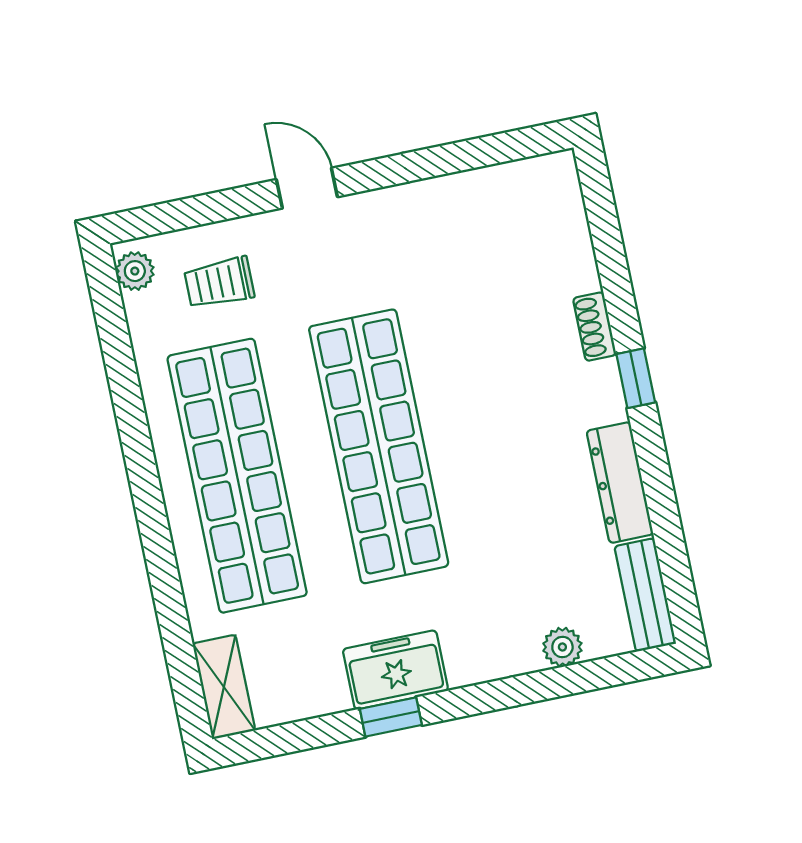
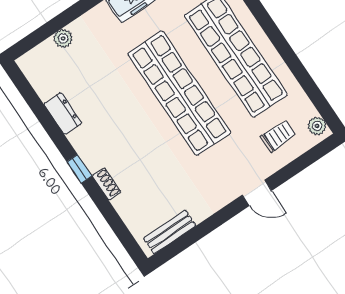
dresser: (620, 483) -> (63, 114), width x0.70
bench: (645, 595) -> (170, 232), moved, turned 90

